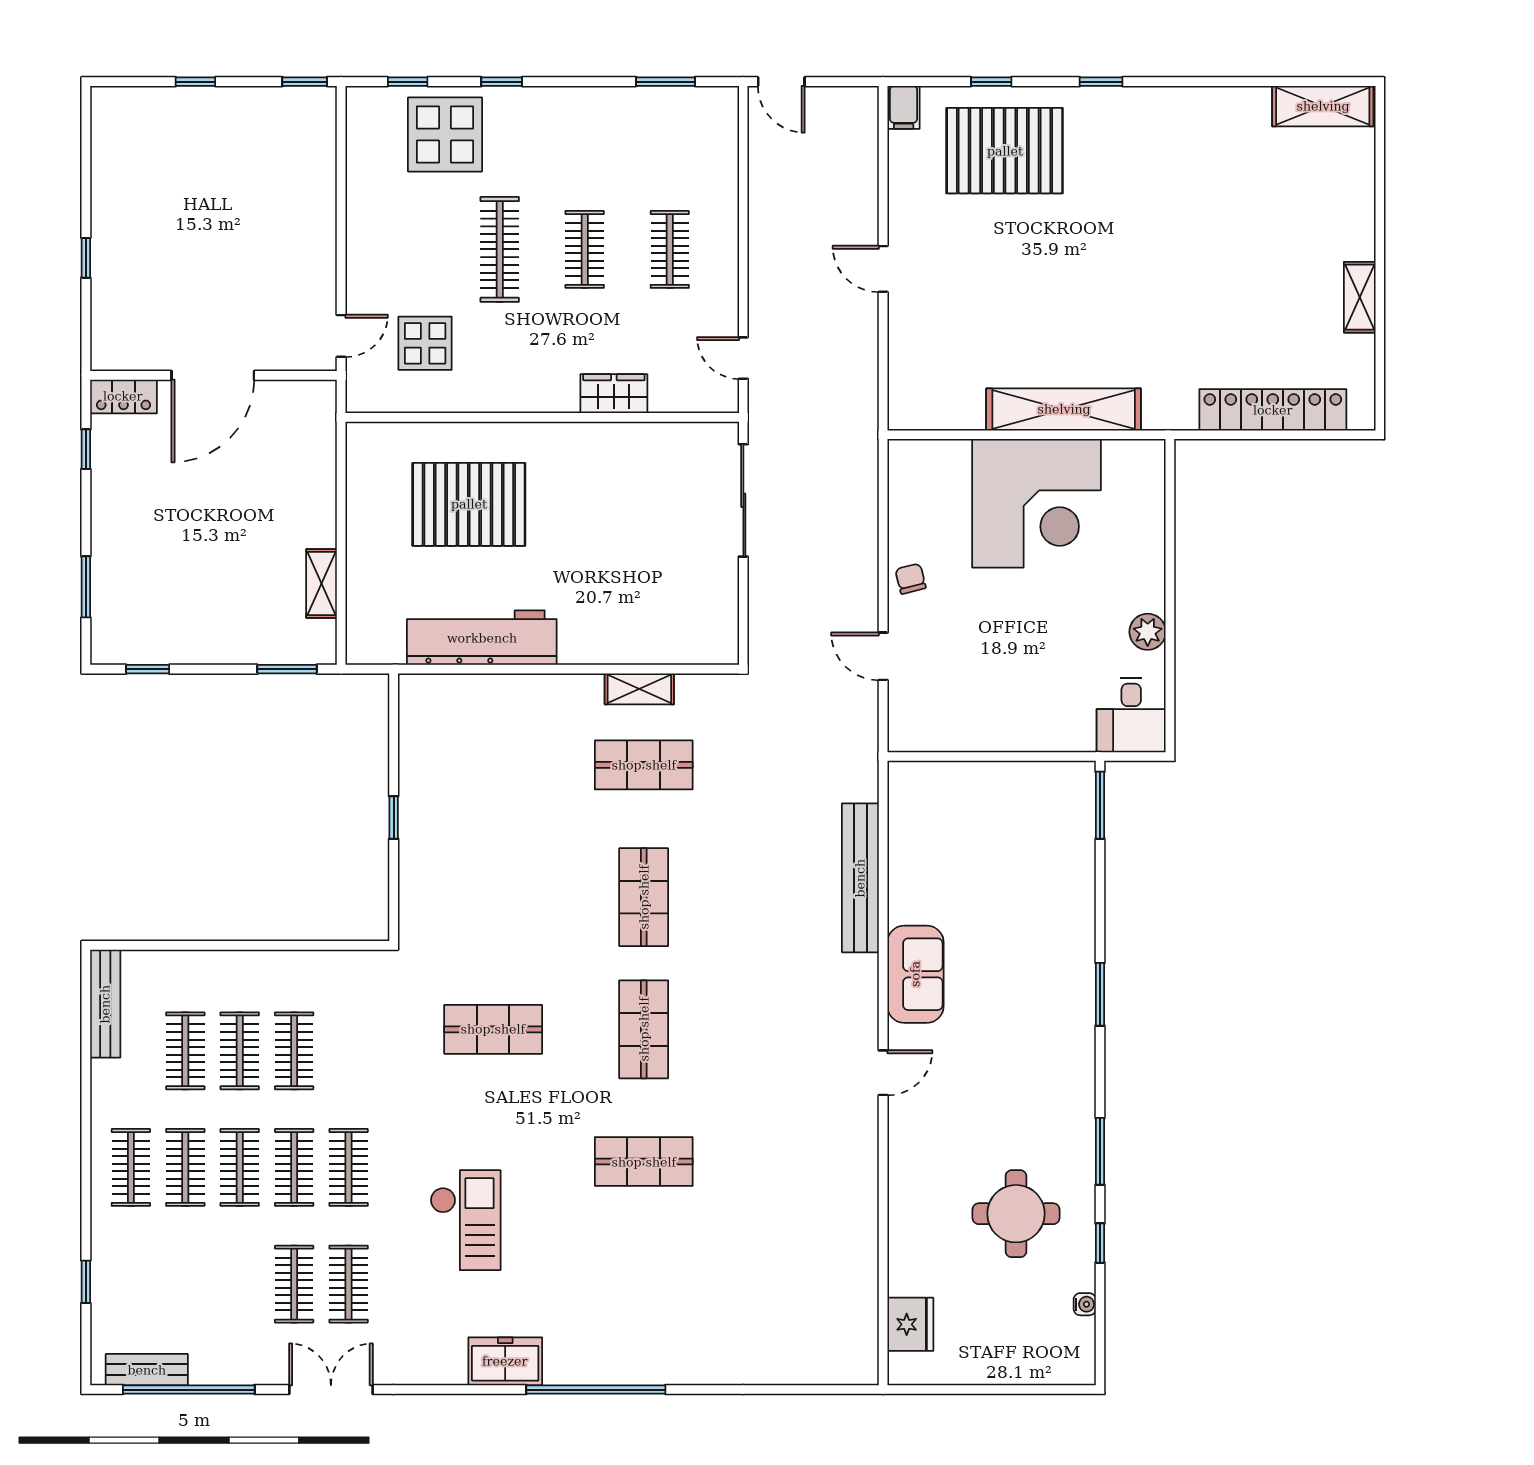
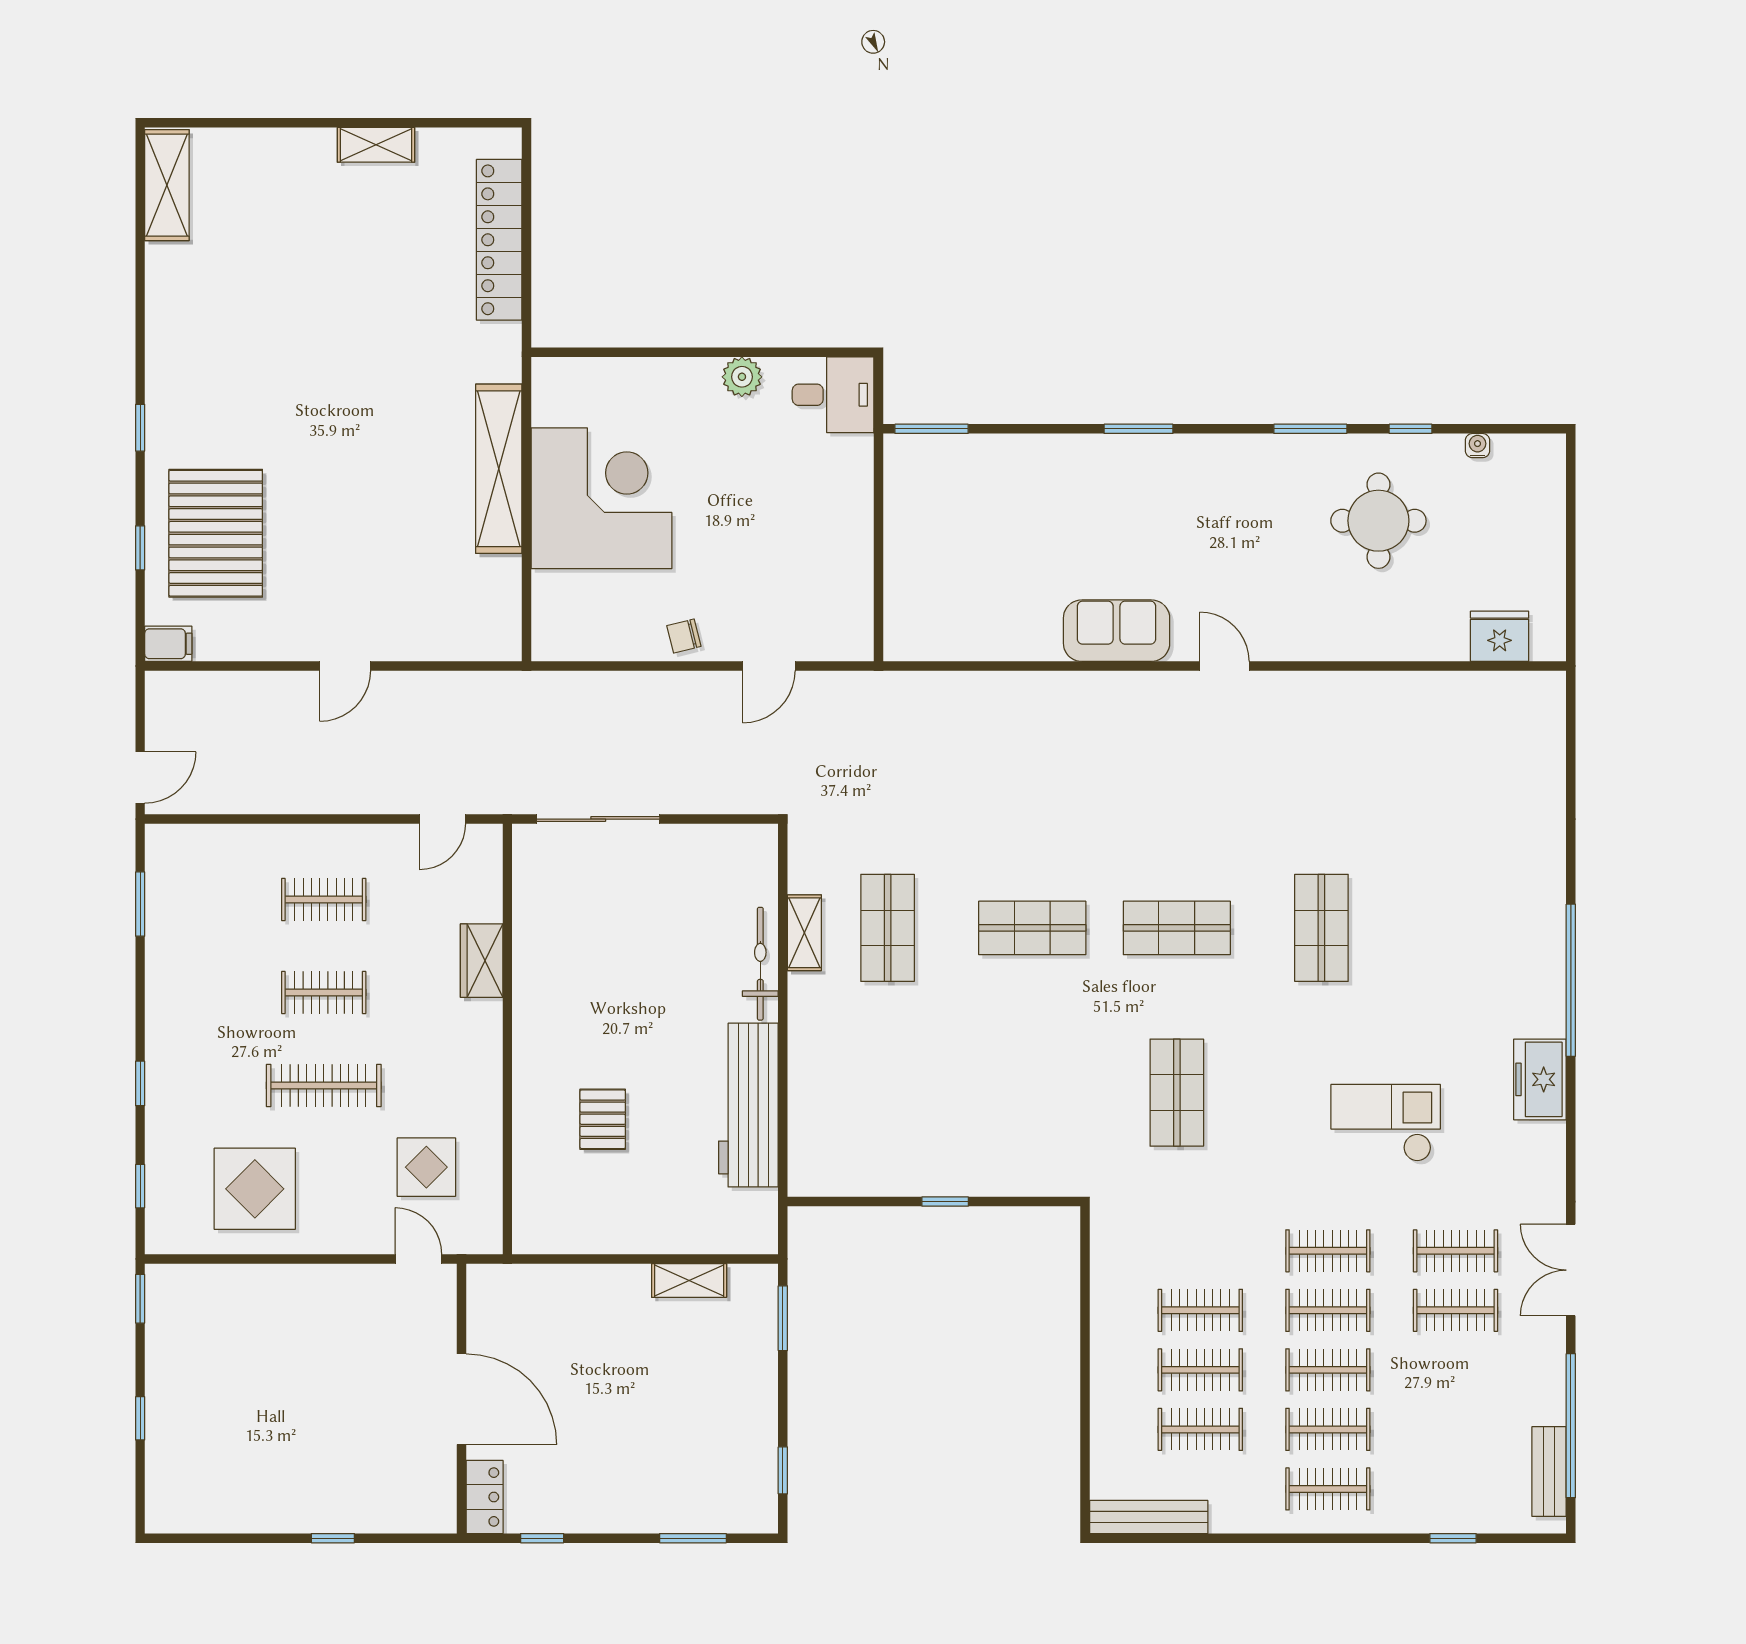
display table: (445, 134) -> (255, 1189), moved
pallet: (469, 504) -> (603, 1119), width x0.49, depth x0.50
bicycle: (611, 649) -> (760, 964), added
bench: (860, 878) -> (1011, 691), removed

